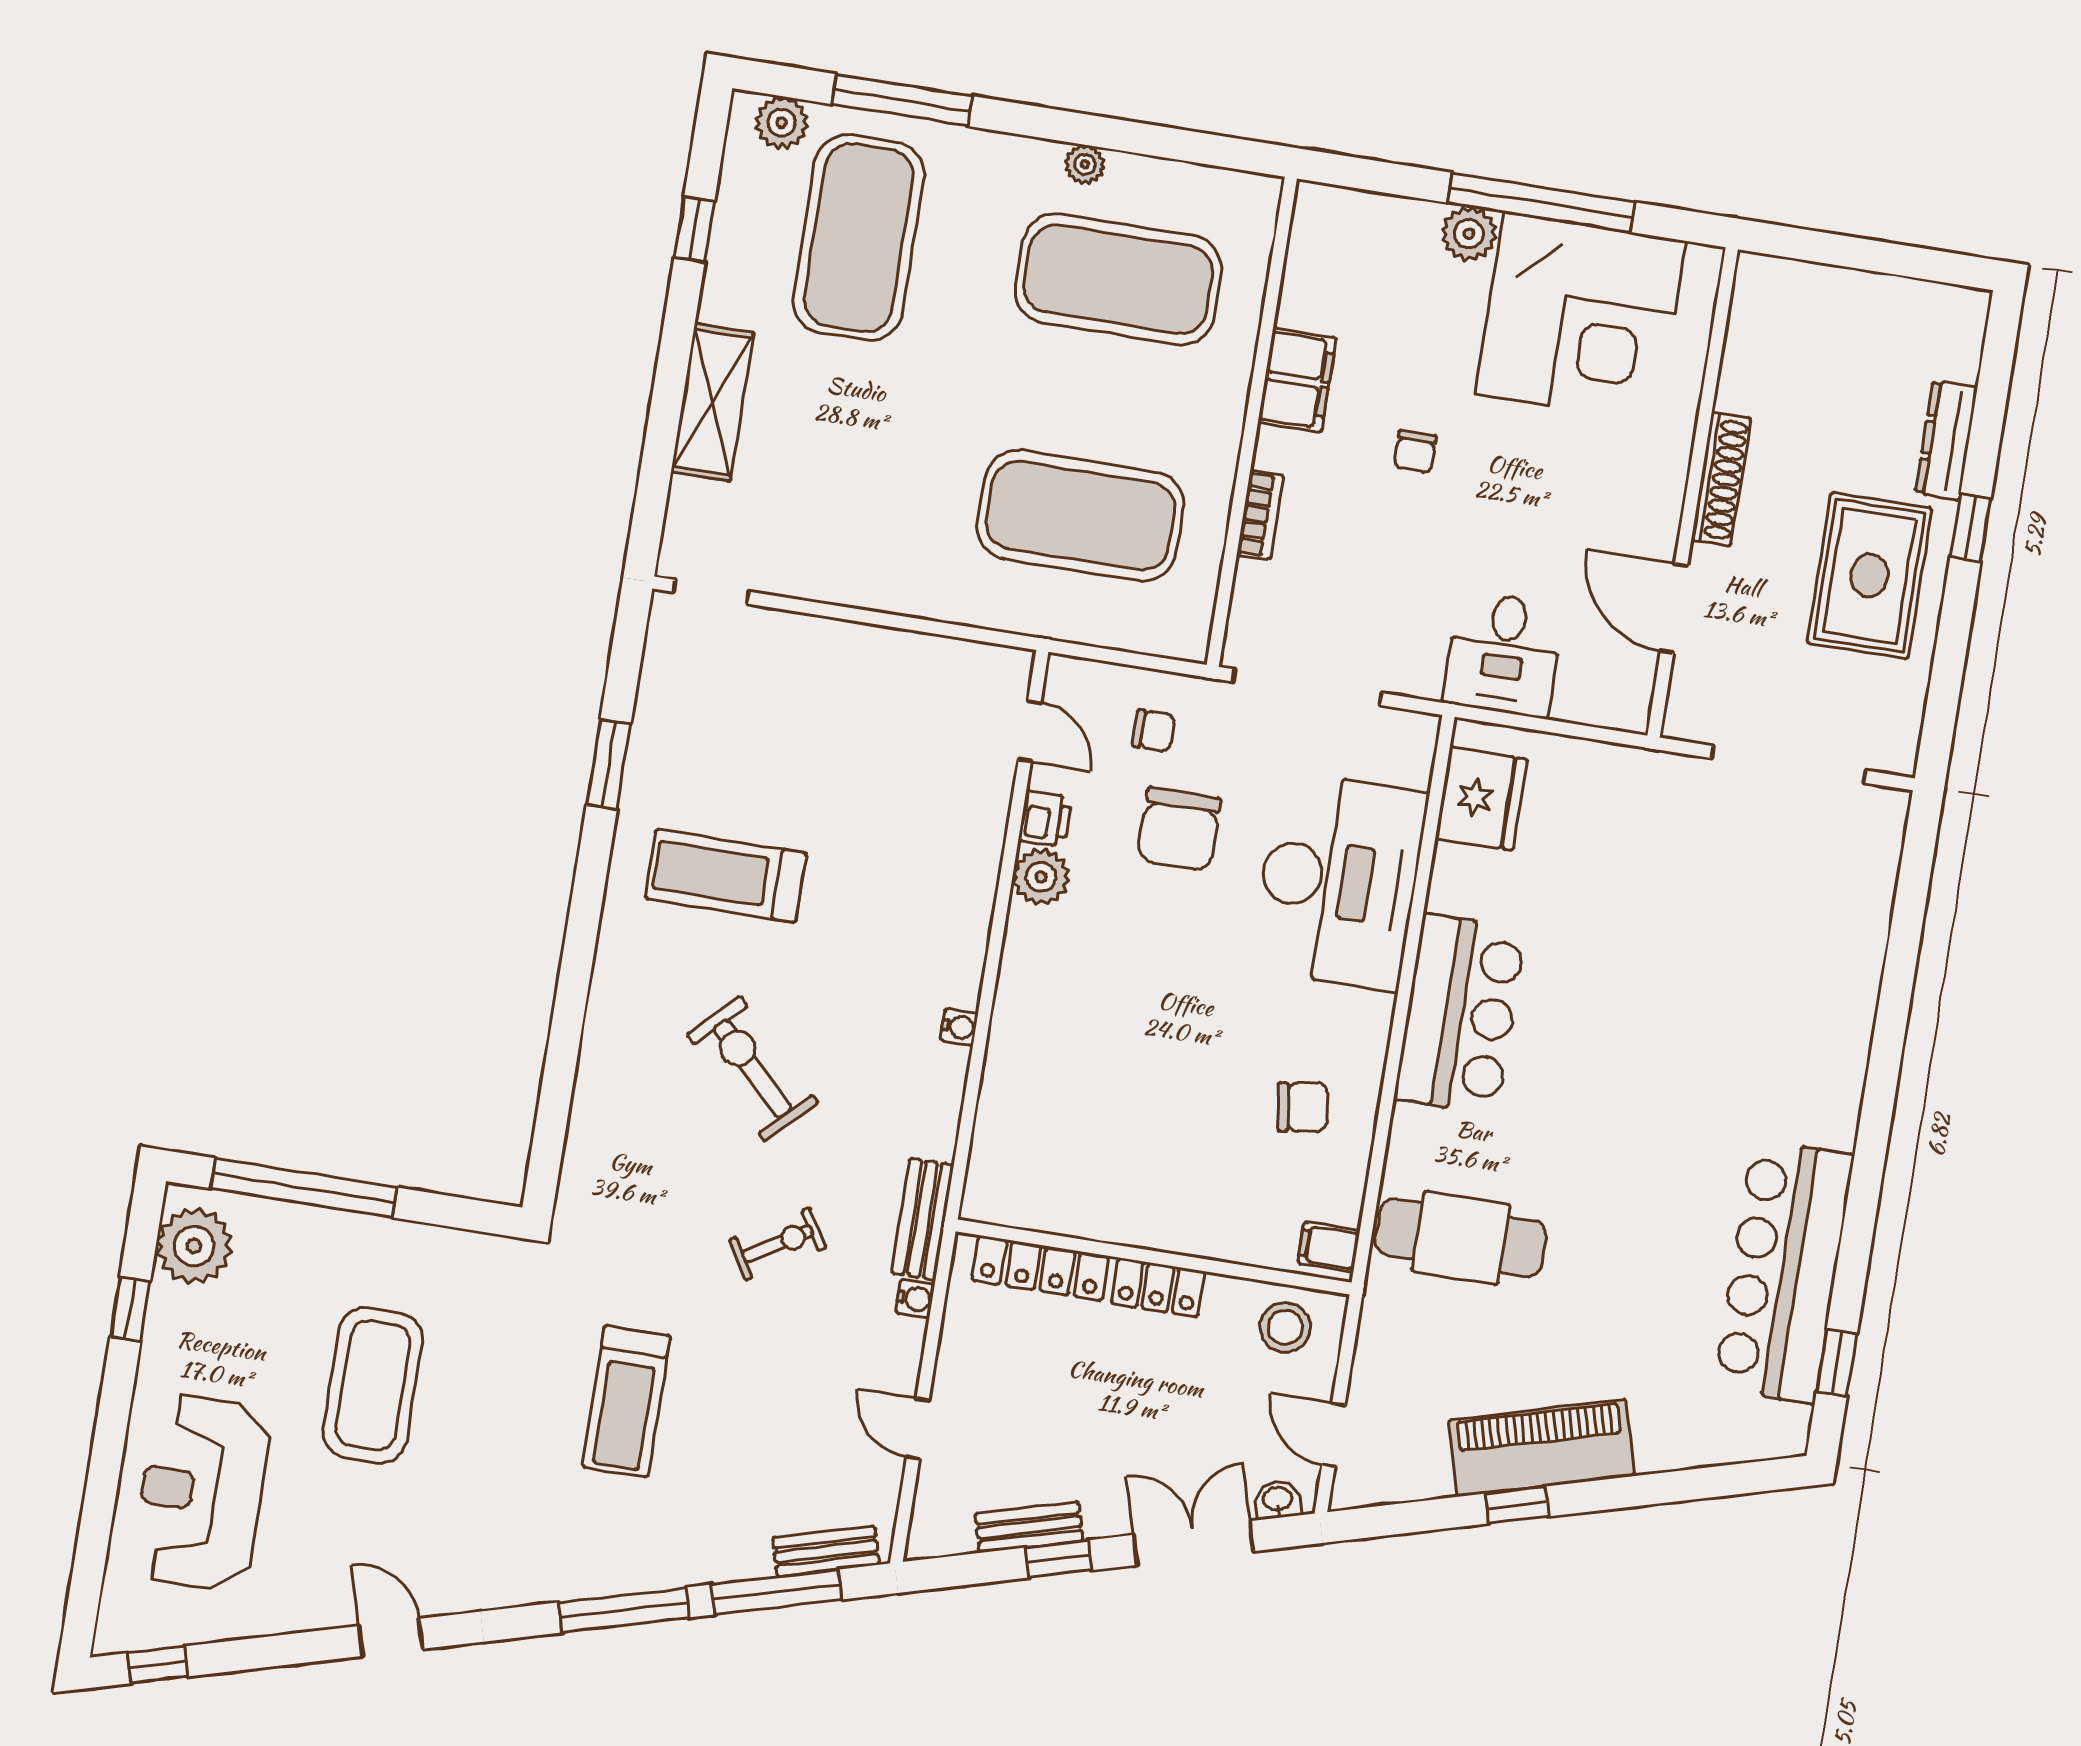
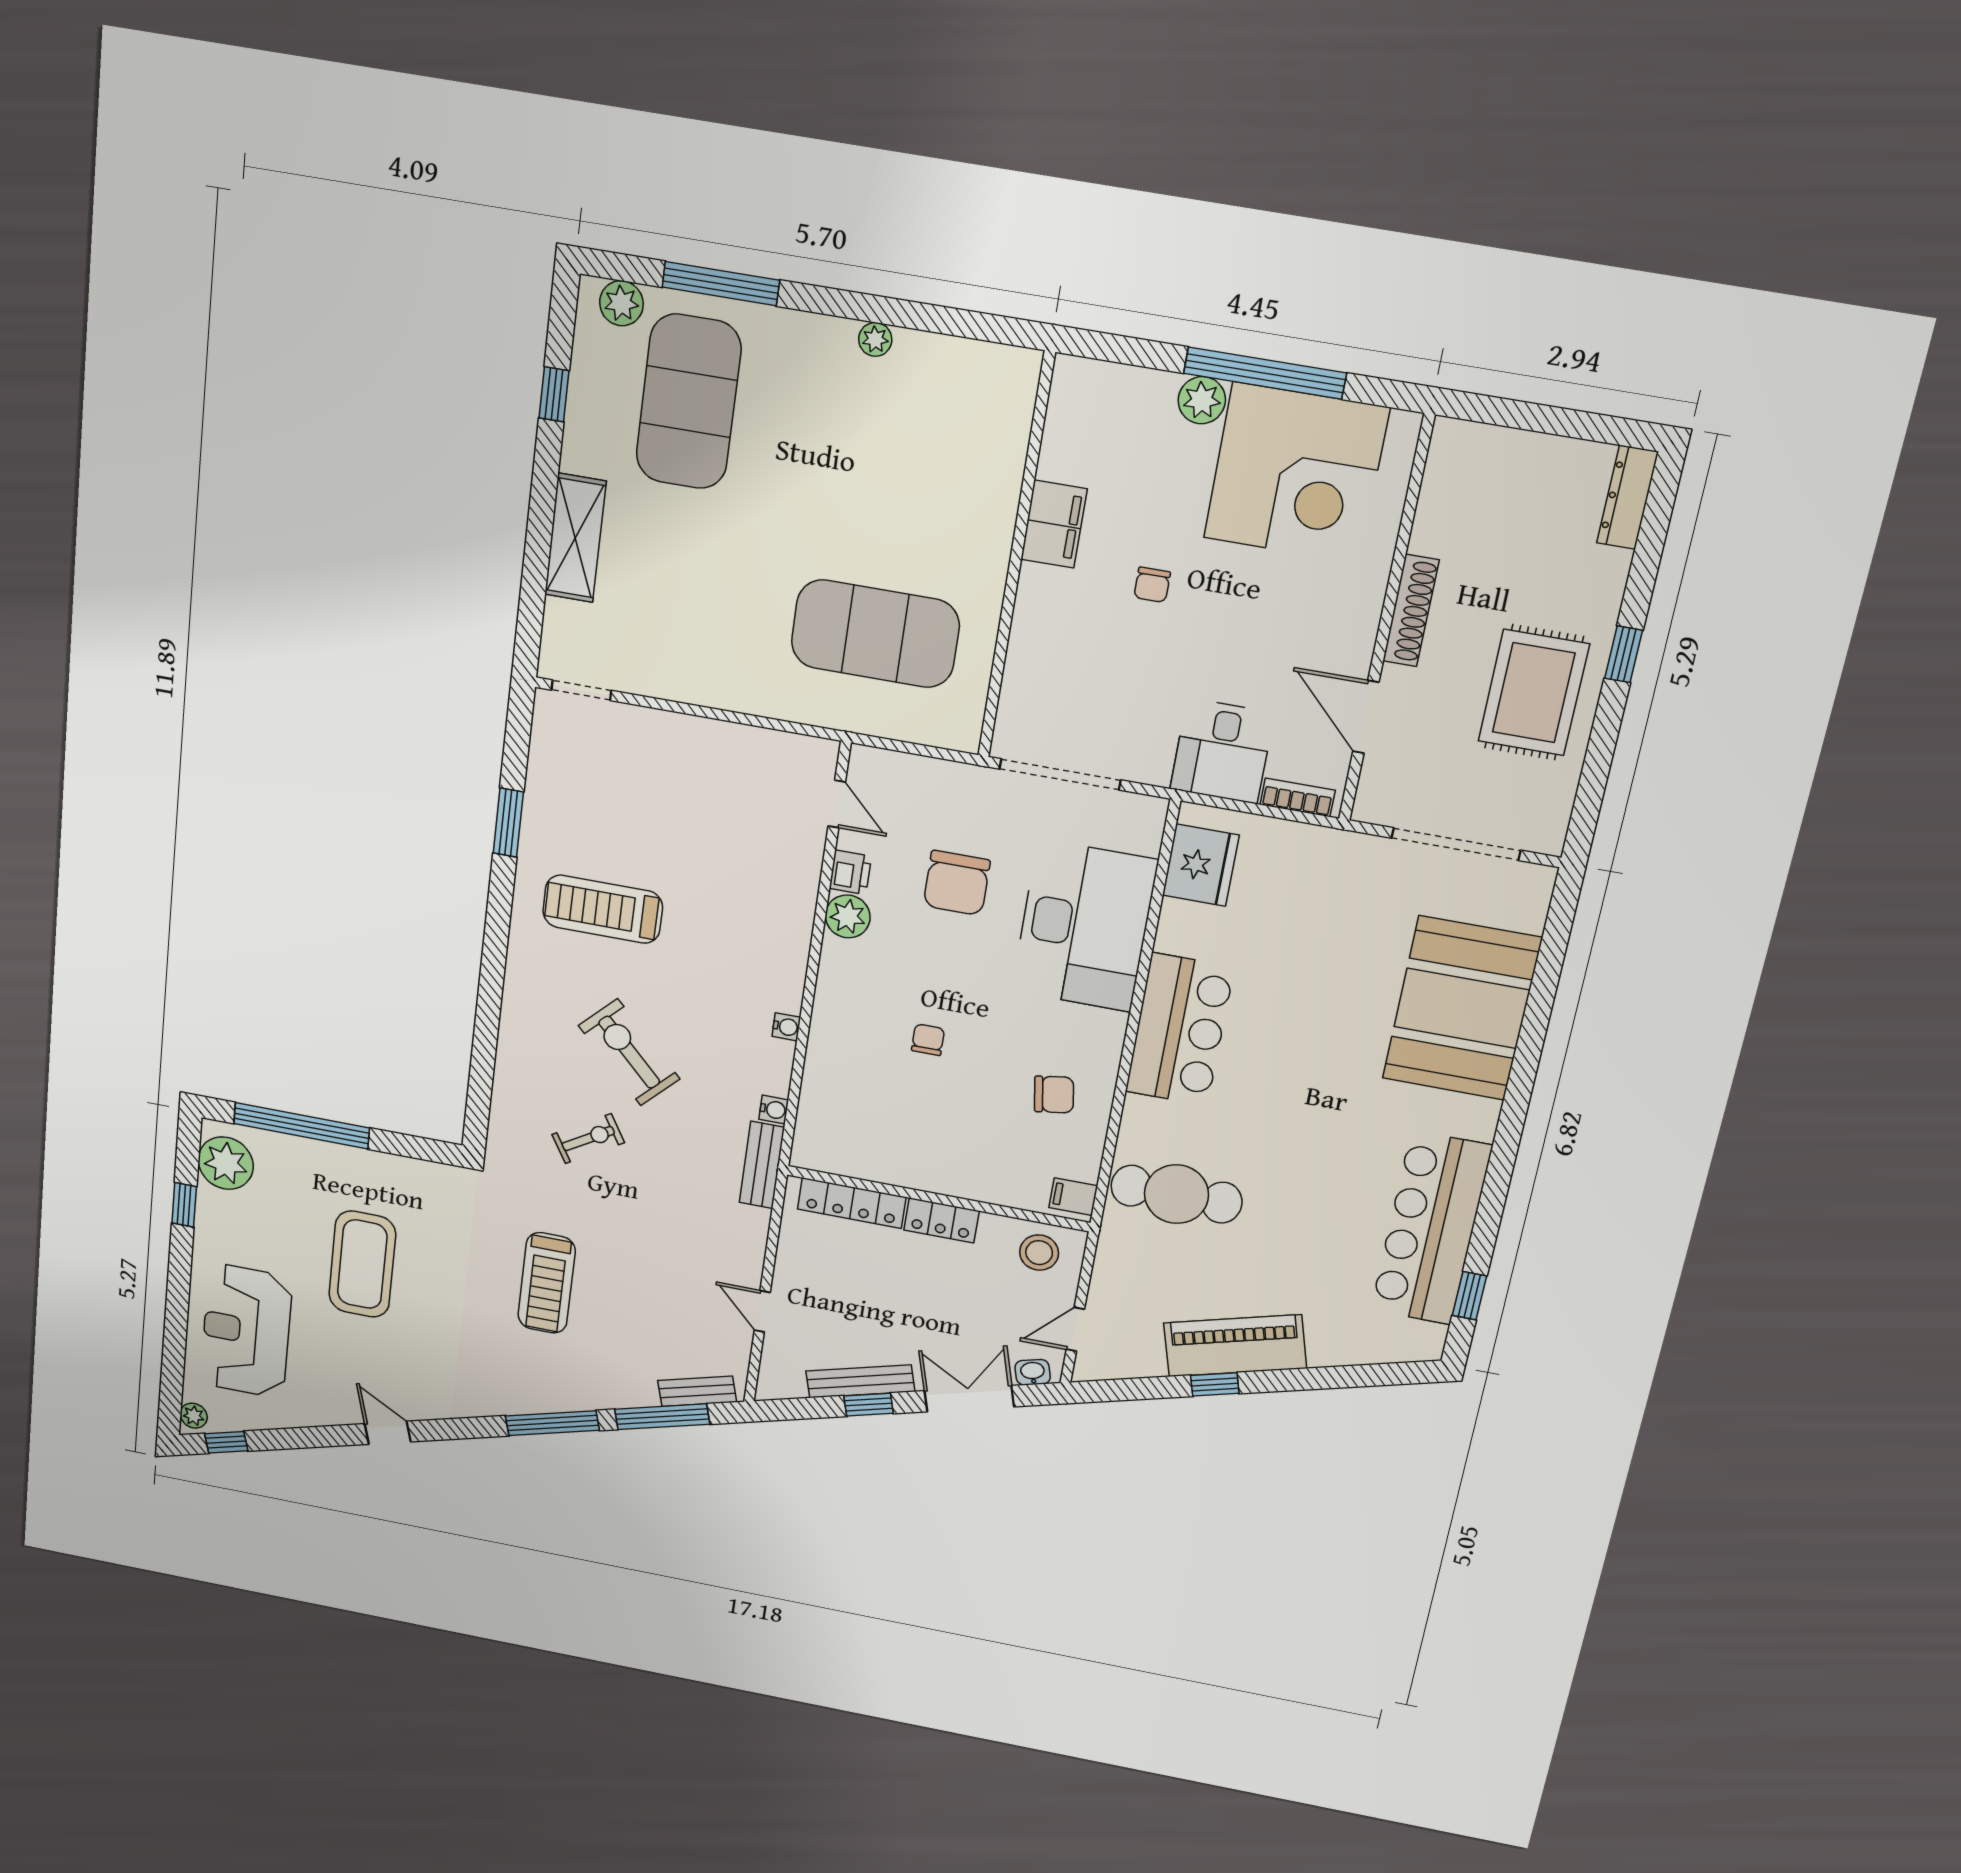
exercise mat: (1118, 279) -> (904, 438), removed
dresser: (1946, 440) -> (1627, 497), moved
bookcase: (1260, 515) -> (1298, 797), moved, turned -90
chair: (1154, 731) -> (928, 1040), moved, turned -90
booth: (1807, 975) -> (1462, 1008), added
exercise bike: (778, 1244) -> (588, 1139), moved
water cooler: (915, 1299) -> (774, 1110), moved
door: (1333, 1435) -> (1075, 1329), hinge flipped
bench: (1029, 1527) -> (860, 1381), width x1.36
plant: (114, 1626) -> (194, 1416), added

